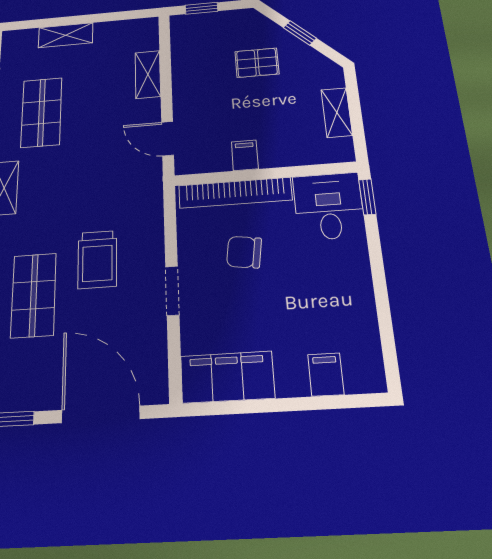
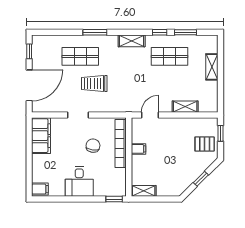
pallet: (257, 63) -> (205, 144), moved, turned 90
shelving: (337, 113) -> (144, 191), moved
desk: (329, 206) -> (79, 181), moved, turned 90
filing cabinet: (326, 374) -> (40, 189), moved

